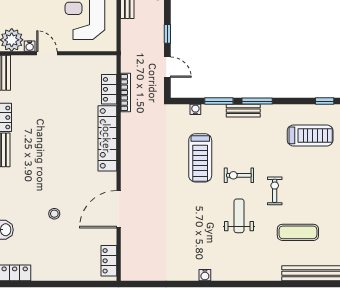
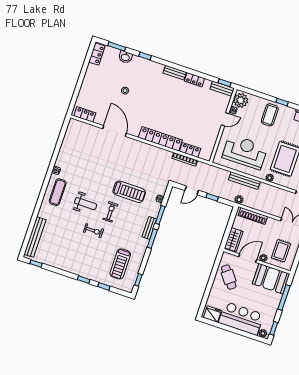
treadmill: (200, 158) -> (129, 192), turned 180
exercise mat: (298, 232) -> (58, 192), moved

